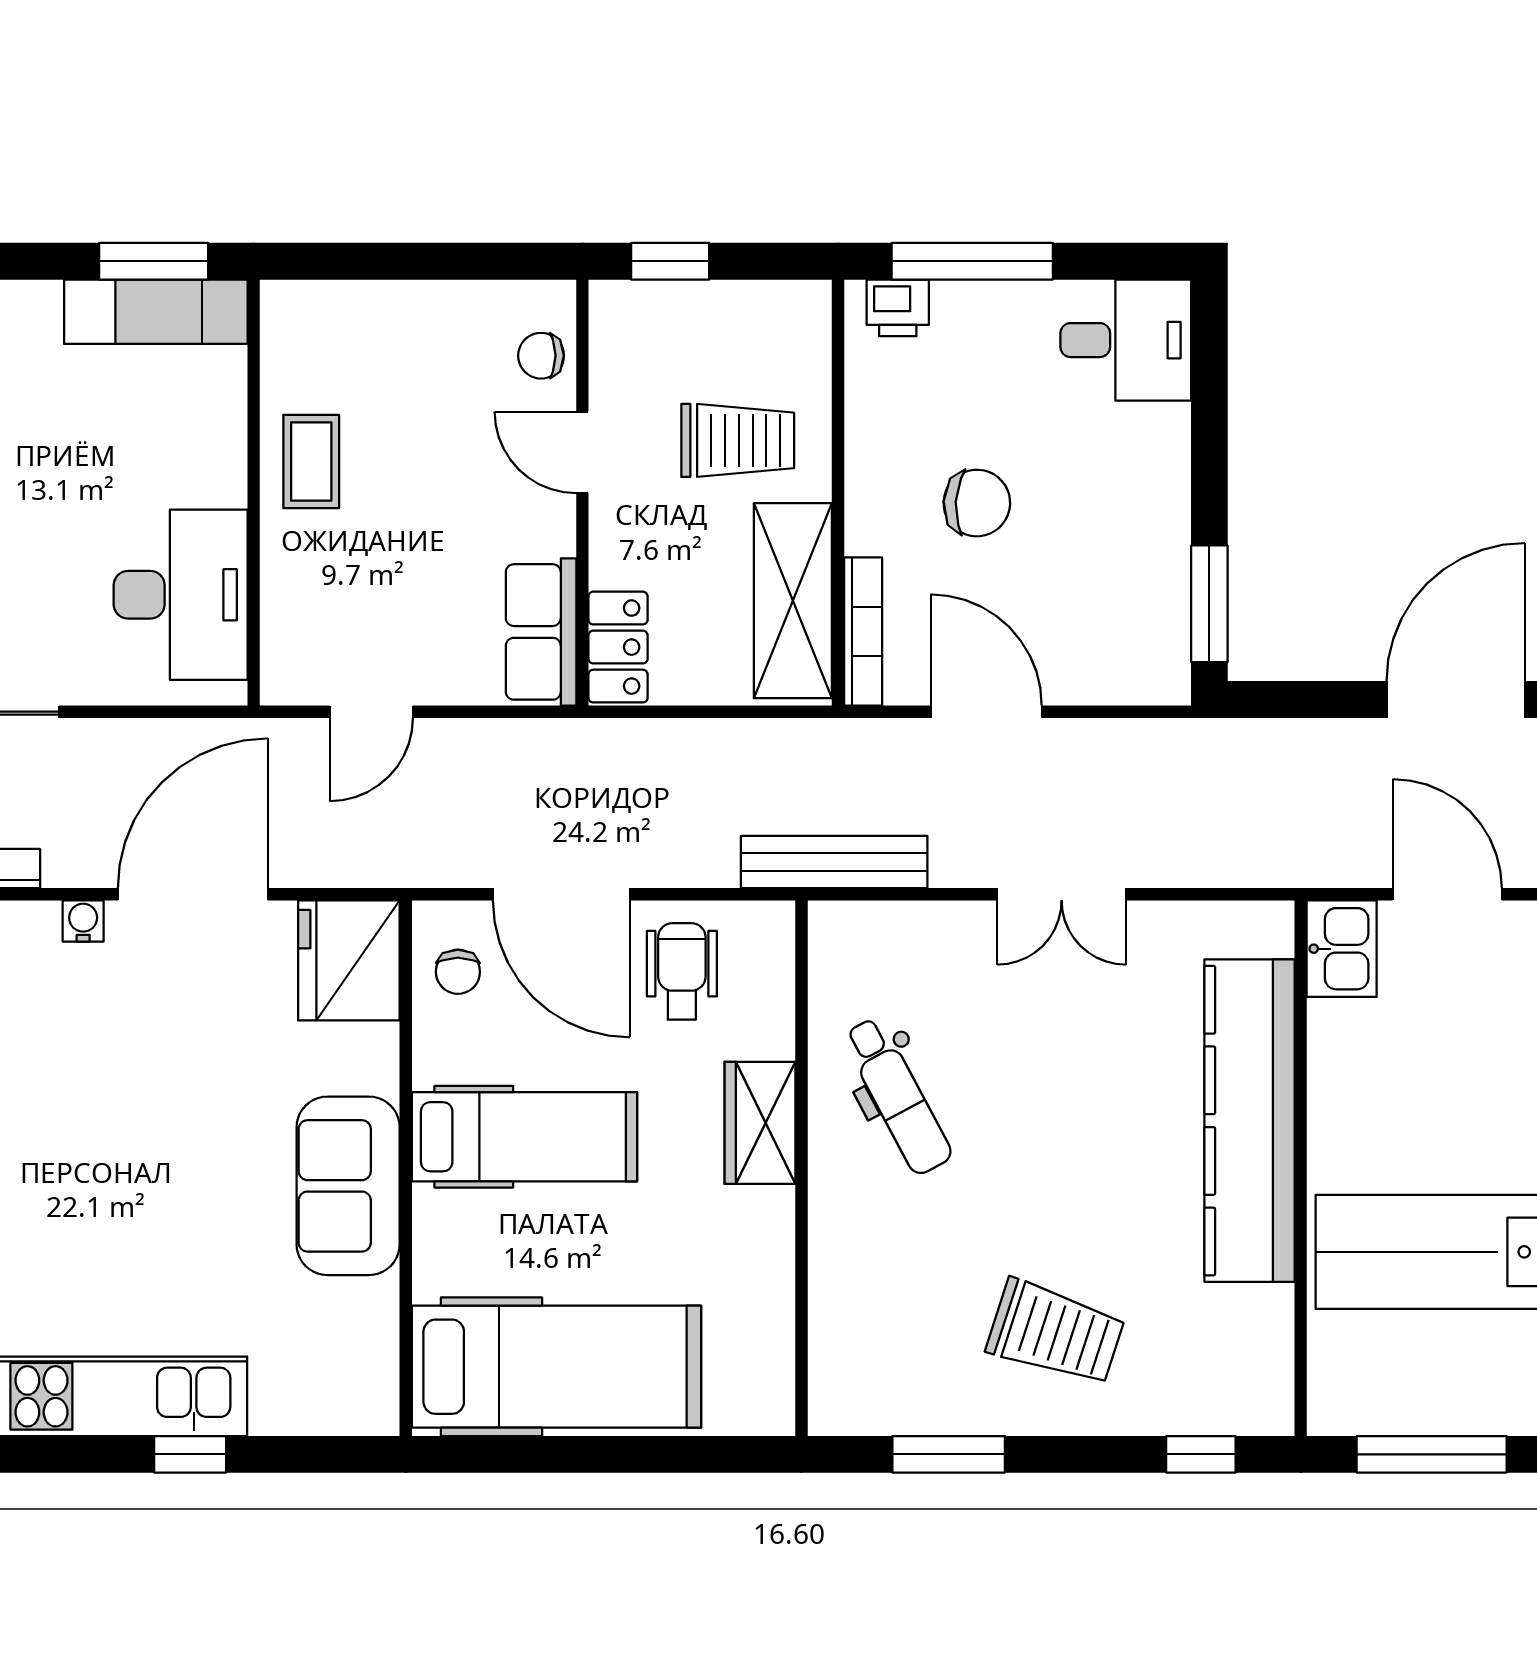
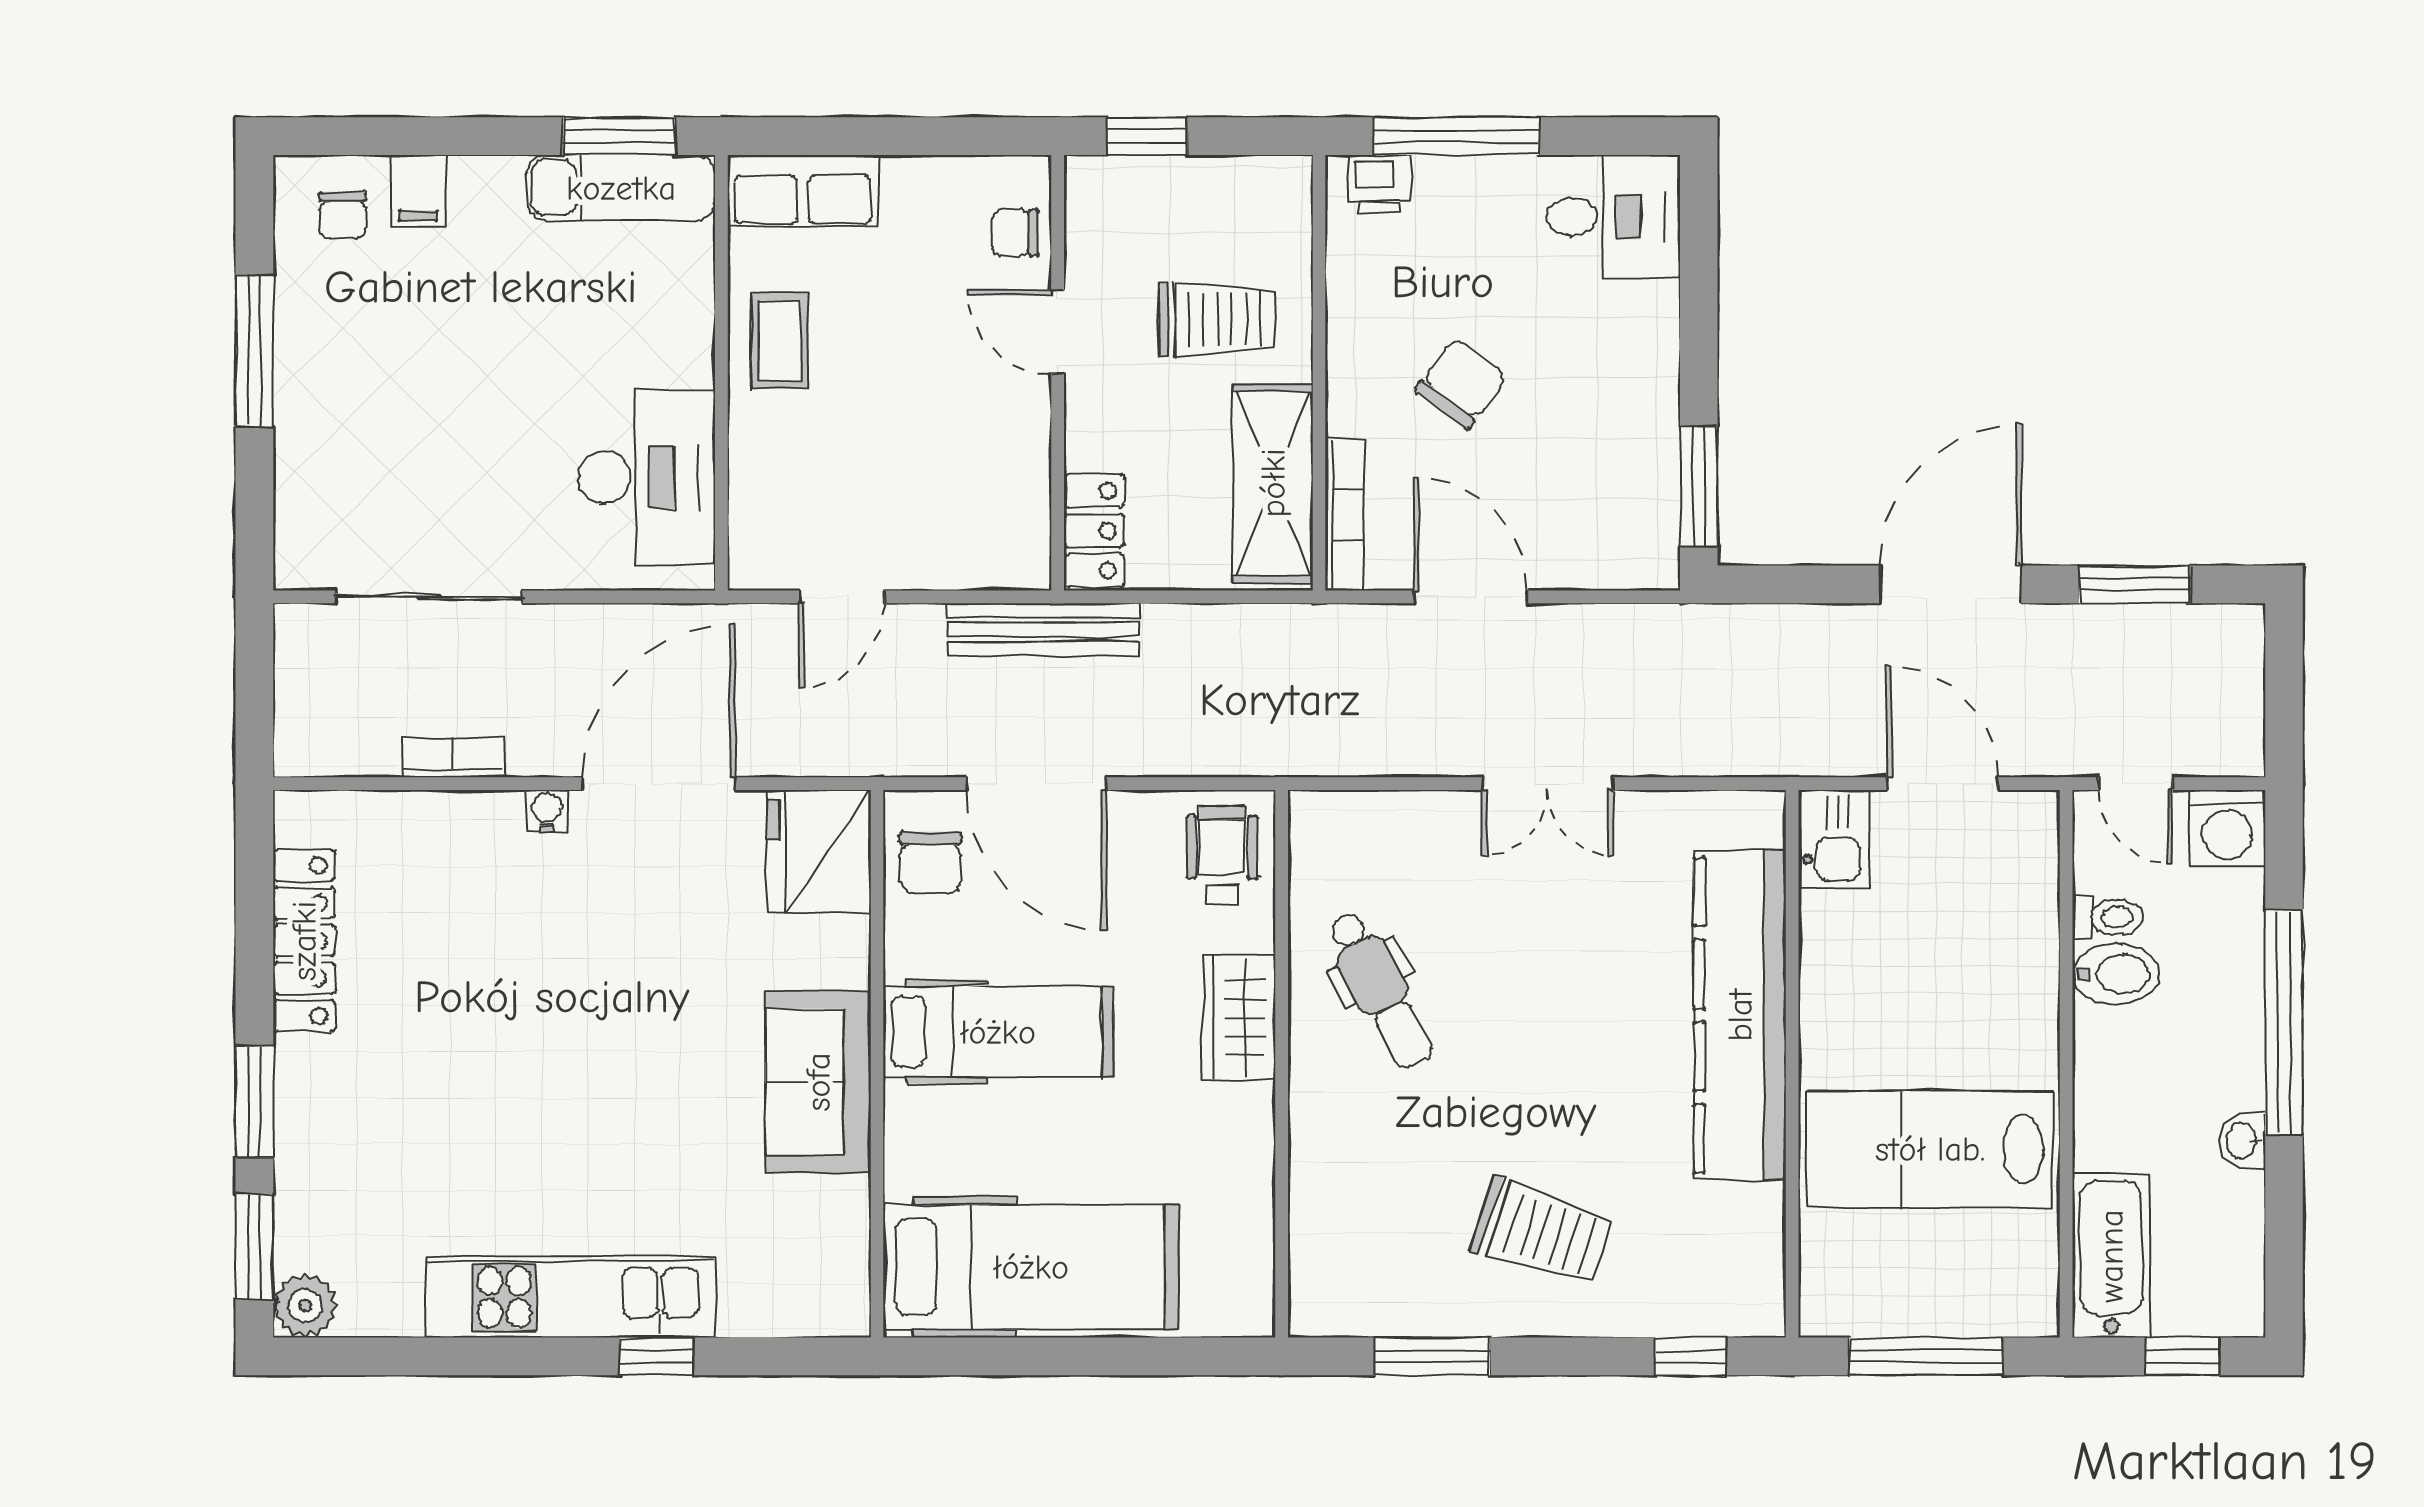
chair: (977, 503) -> (1461, 383), turned -56
row of seats: (541, 632) -> (803, 191), moved, turned -90
bench: (834, 862) -> (1043, 630), moved
wheelchair: (682, 971) -> (1222, 855), moved
chair: (458, 972) -> (930, 863), width x1.37, depth x1.37

